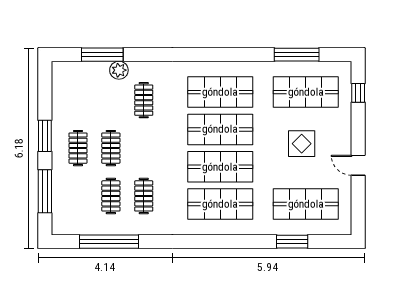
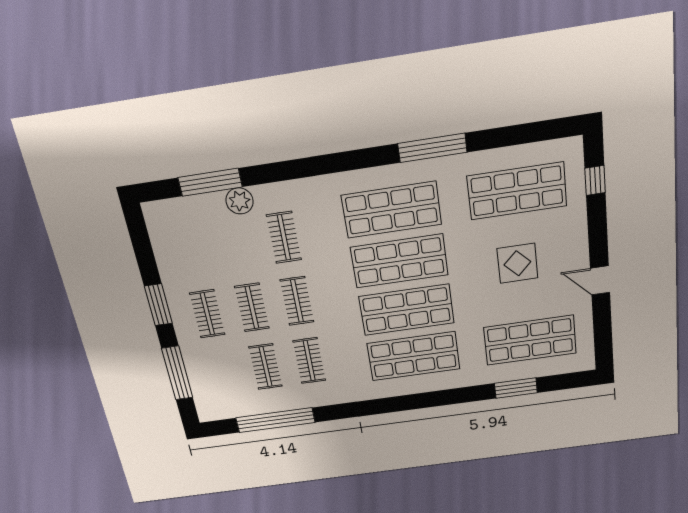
window: (297, 55) -> (432, 148), moved
clothes rail: (144, 148) -> (297, 301), added

